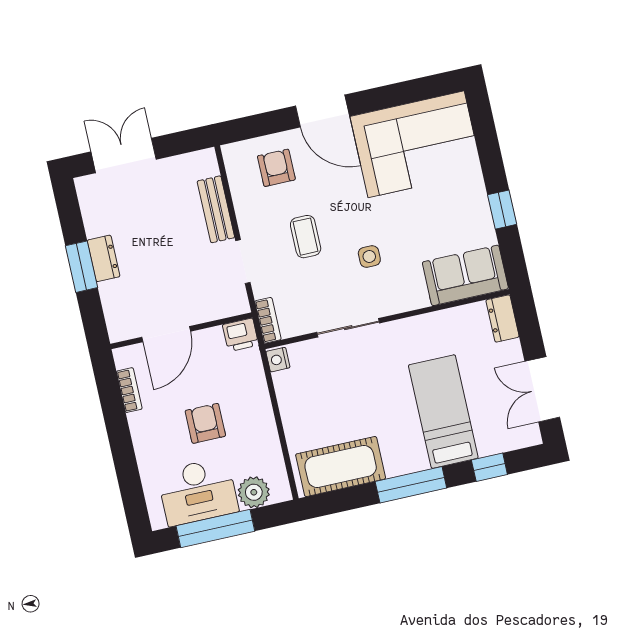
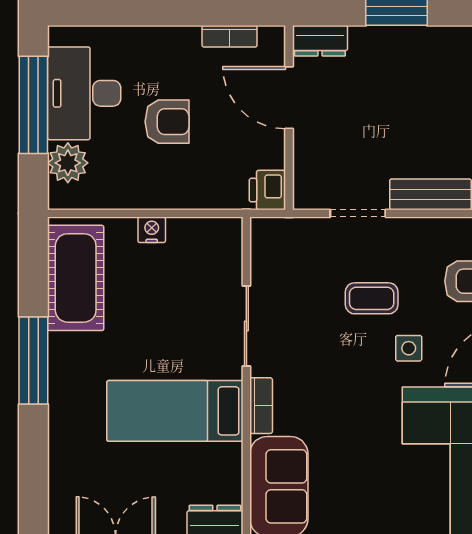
side table: (369, 256) -> (409, 348), moved
dresser: (103, 258) -> (320, 41), moved
bookcase: (268, 320) -> (261, 406), moved, turned -90
nightstand: (278, 360) -> (152, 230), moved
bed: (443, 412) -> (175, 411), moved, turned 180
window: (489, 467) -> (33, 463), removed

